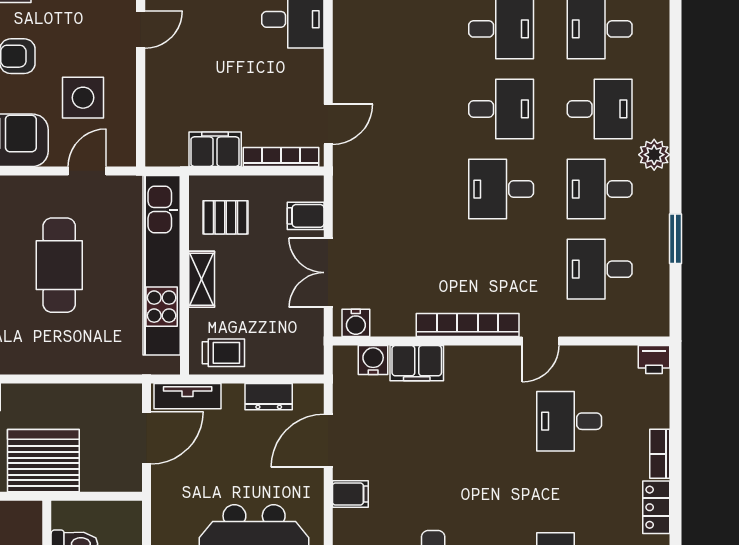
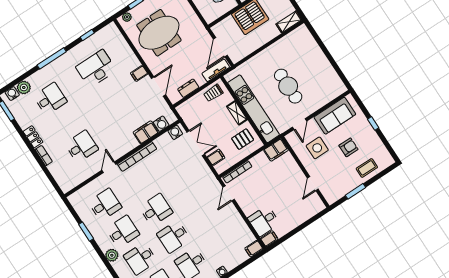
filing cabinet: (215, 149) -> (276, 150), moved
printer: (654, 360) -> (67, 186), removed

